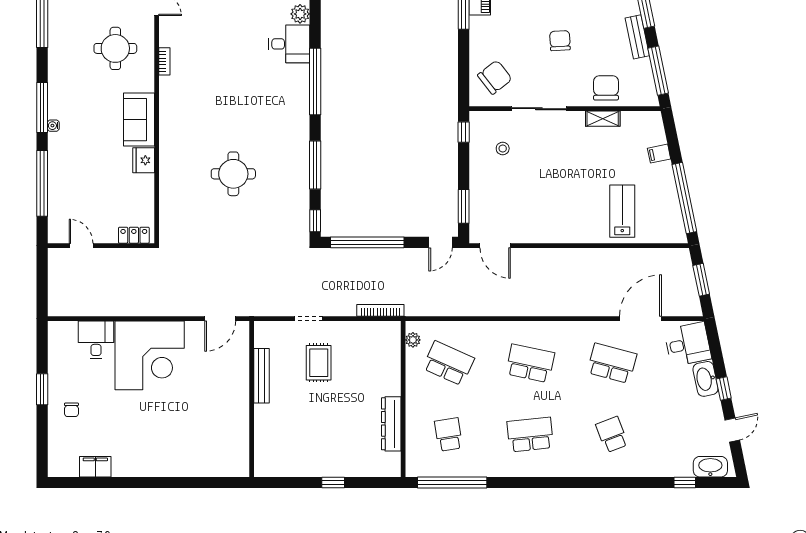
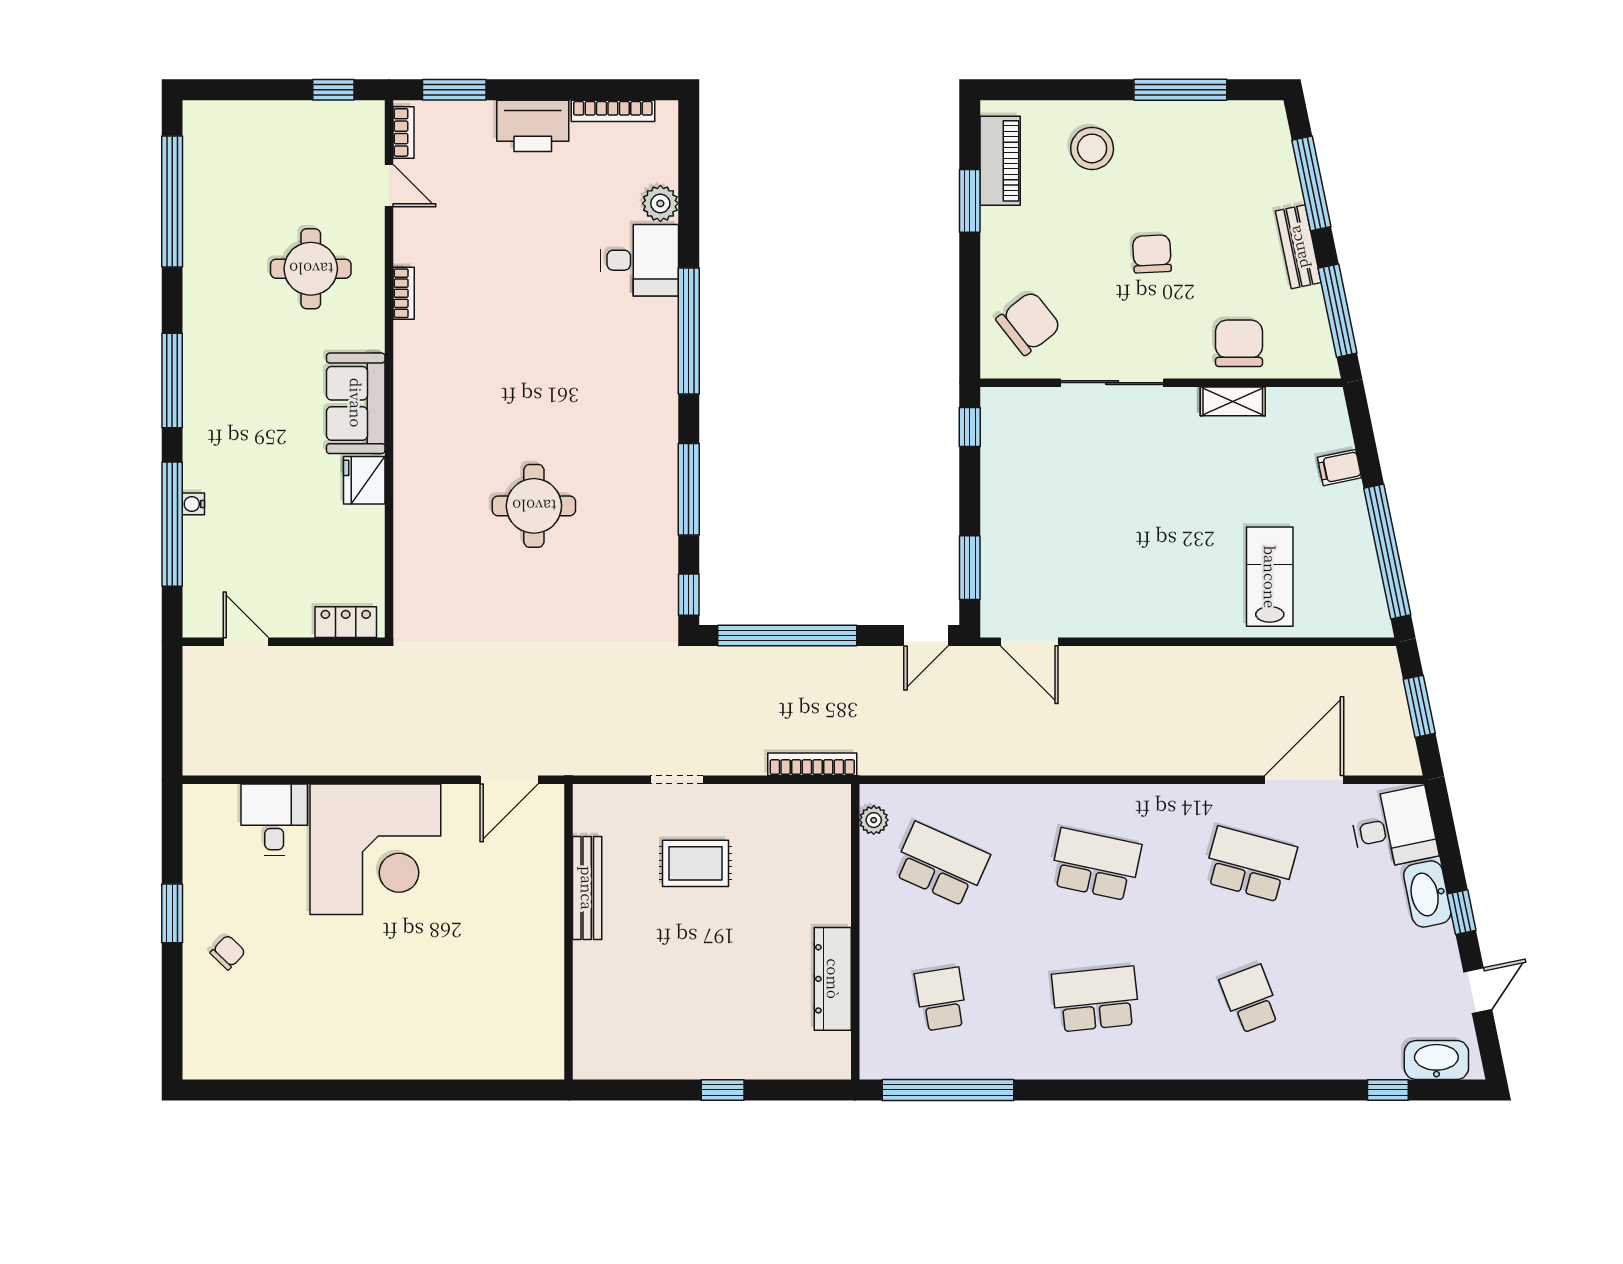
water cooler: (53, 126) -> (193, 504), moved
stool: (503, 148) -> (1043, 458), removed
rug: (319, 363) -> (696, 863), turned 90
chair: (71, 410) -> (228, 952), turned -136
filing cabinet: (95, 467) -> (273, 1060), removed

